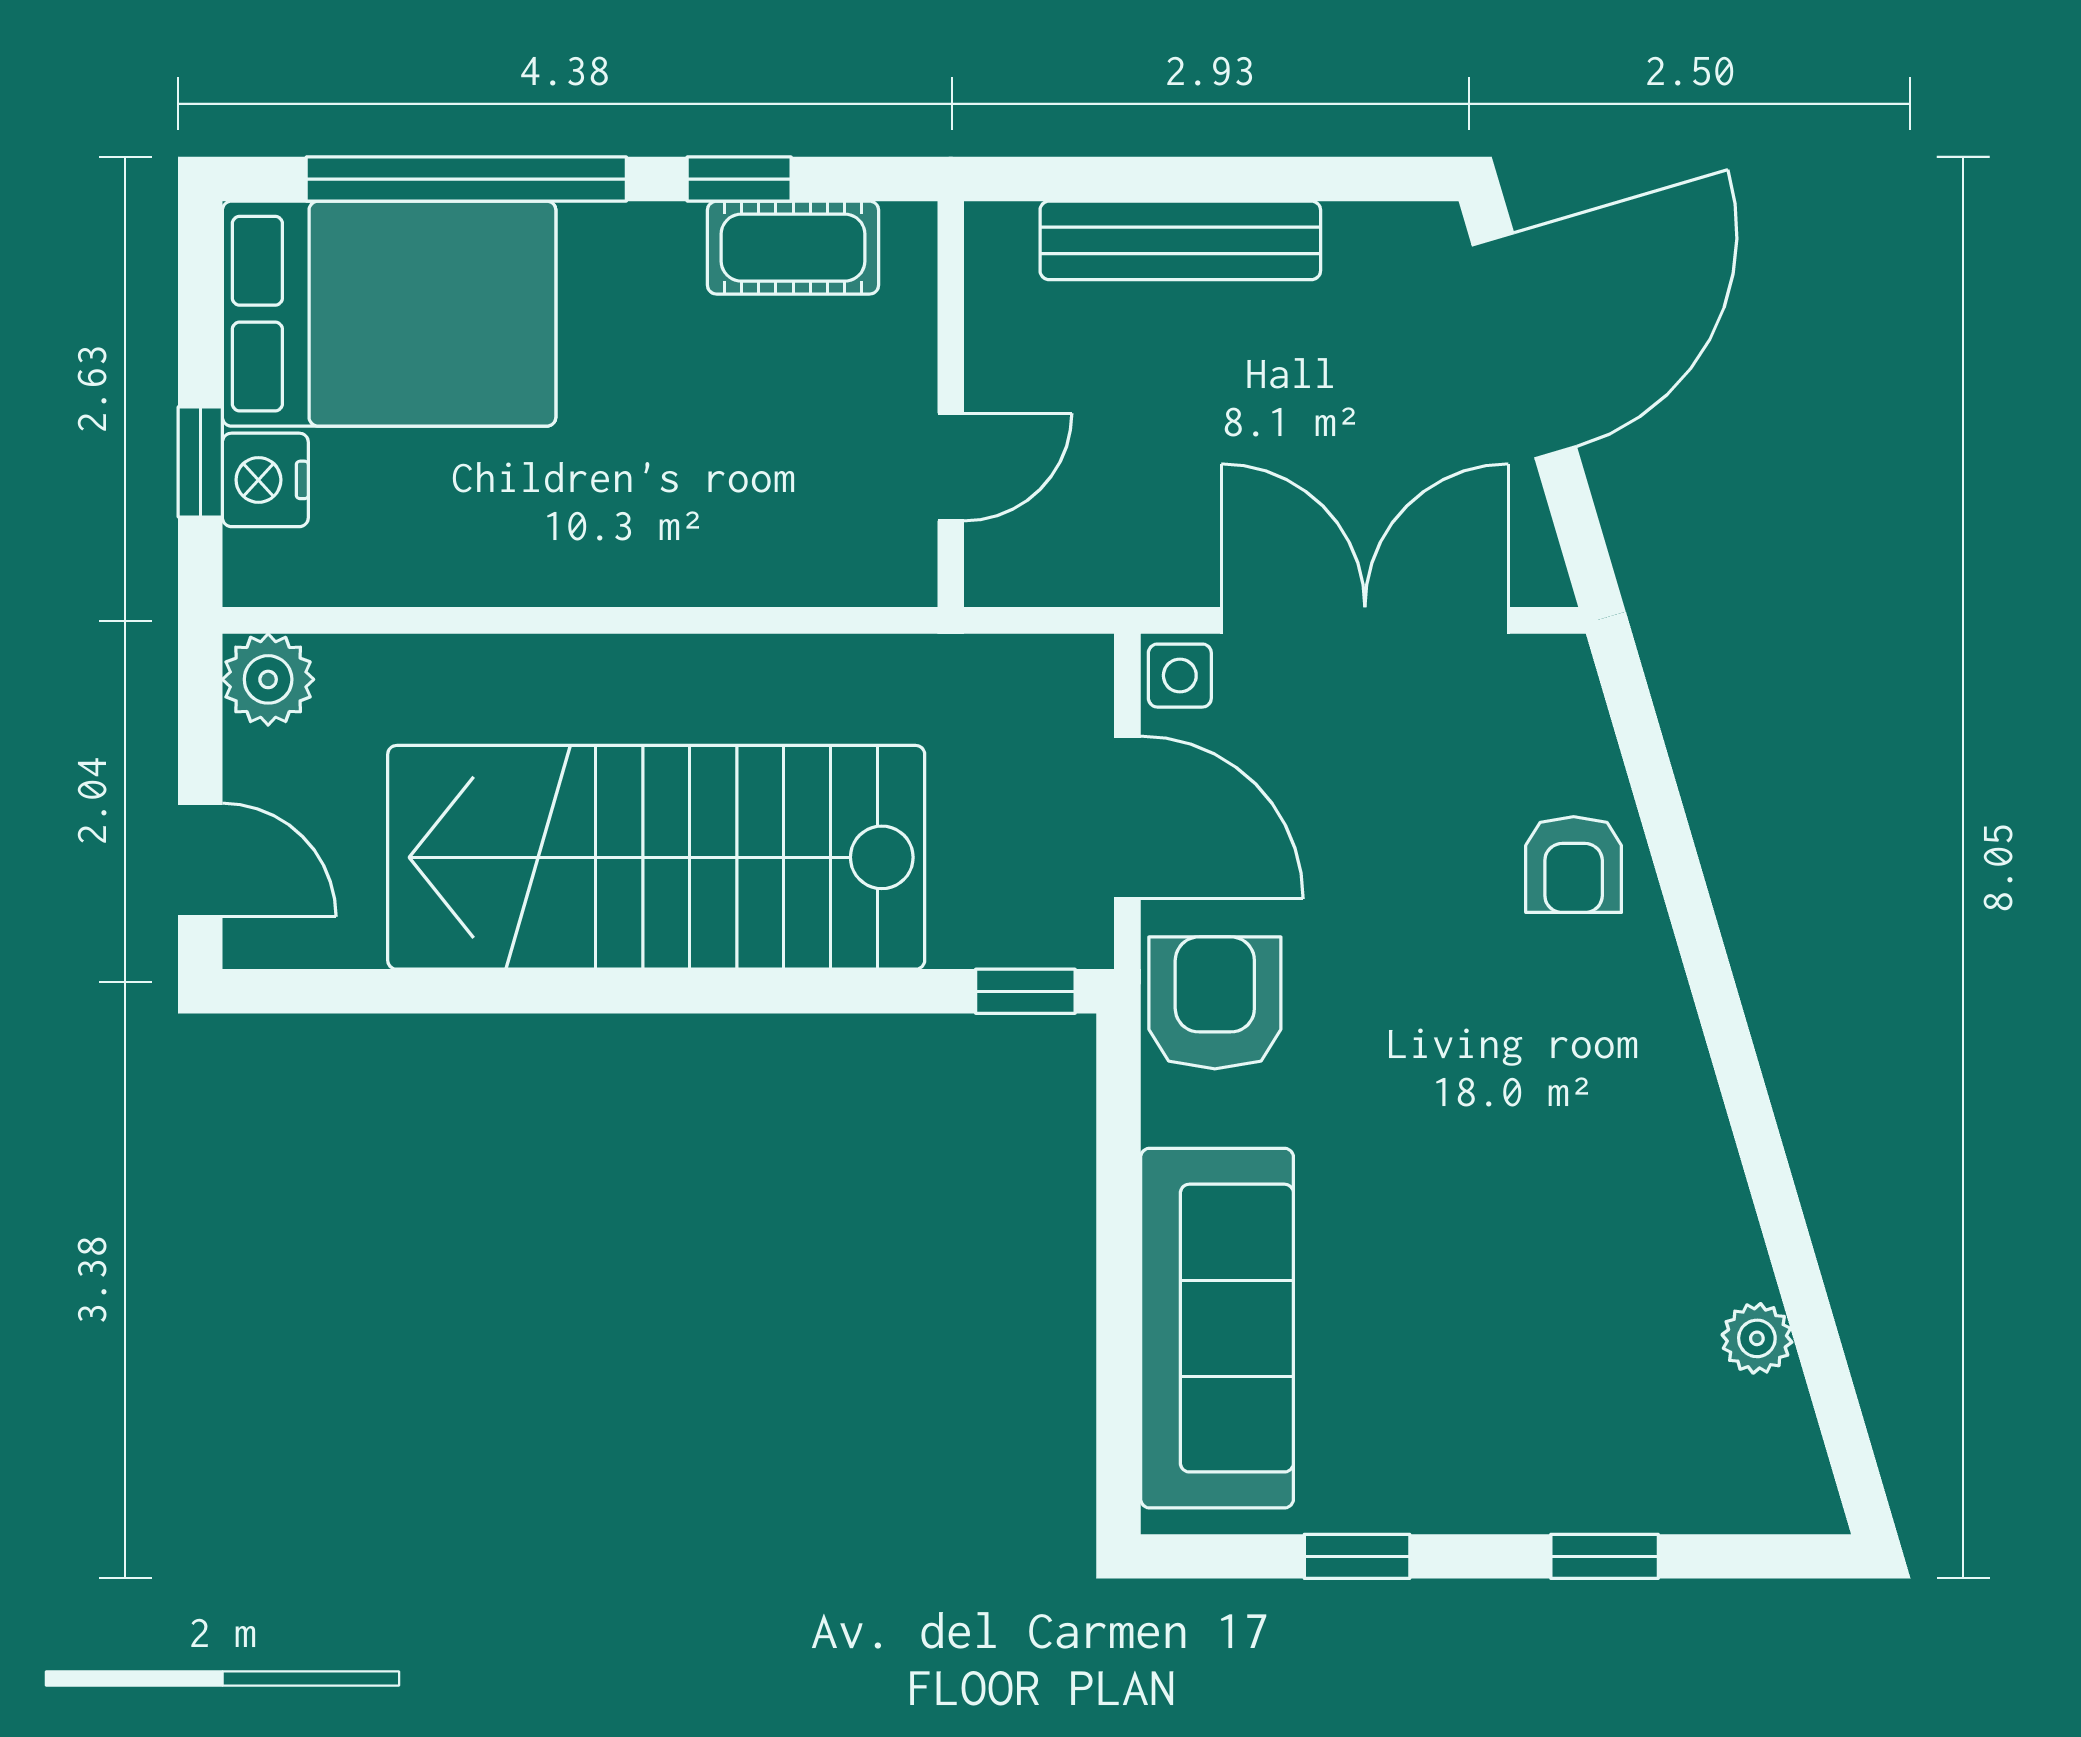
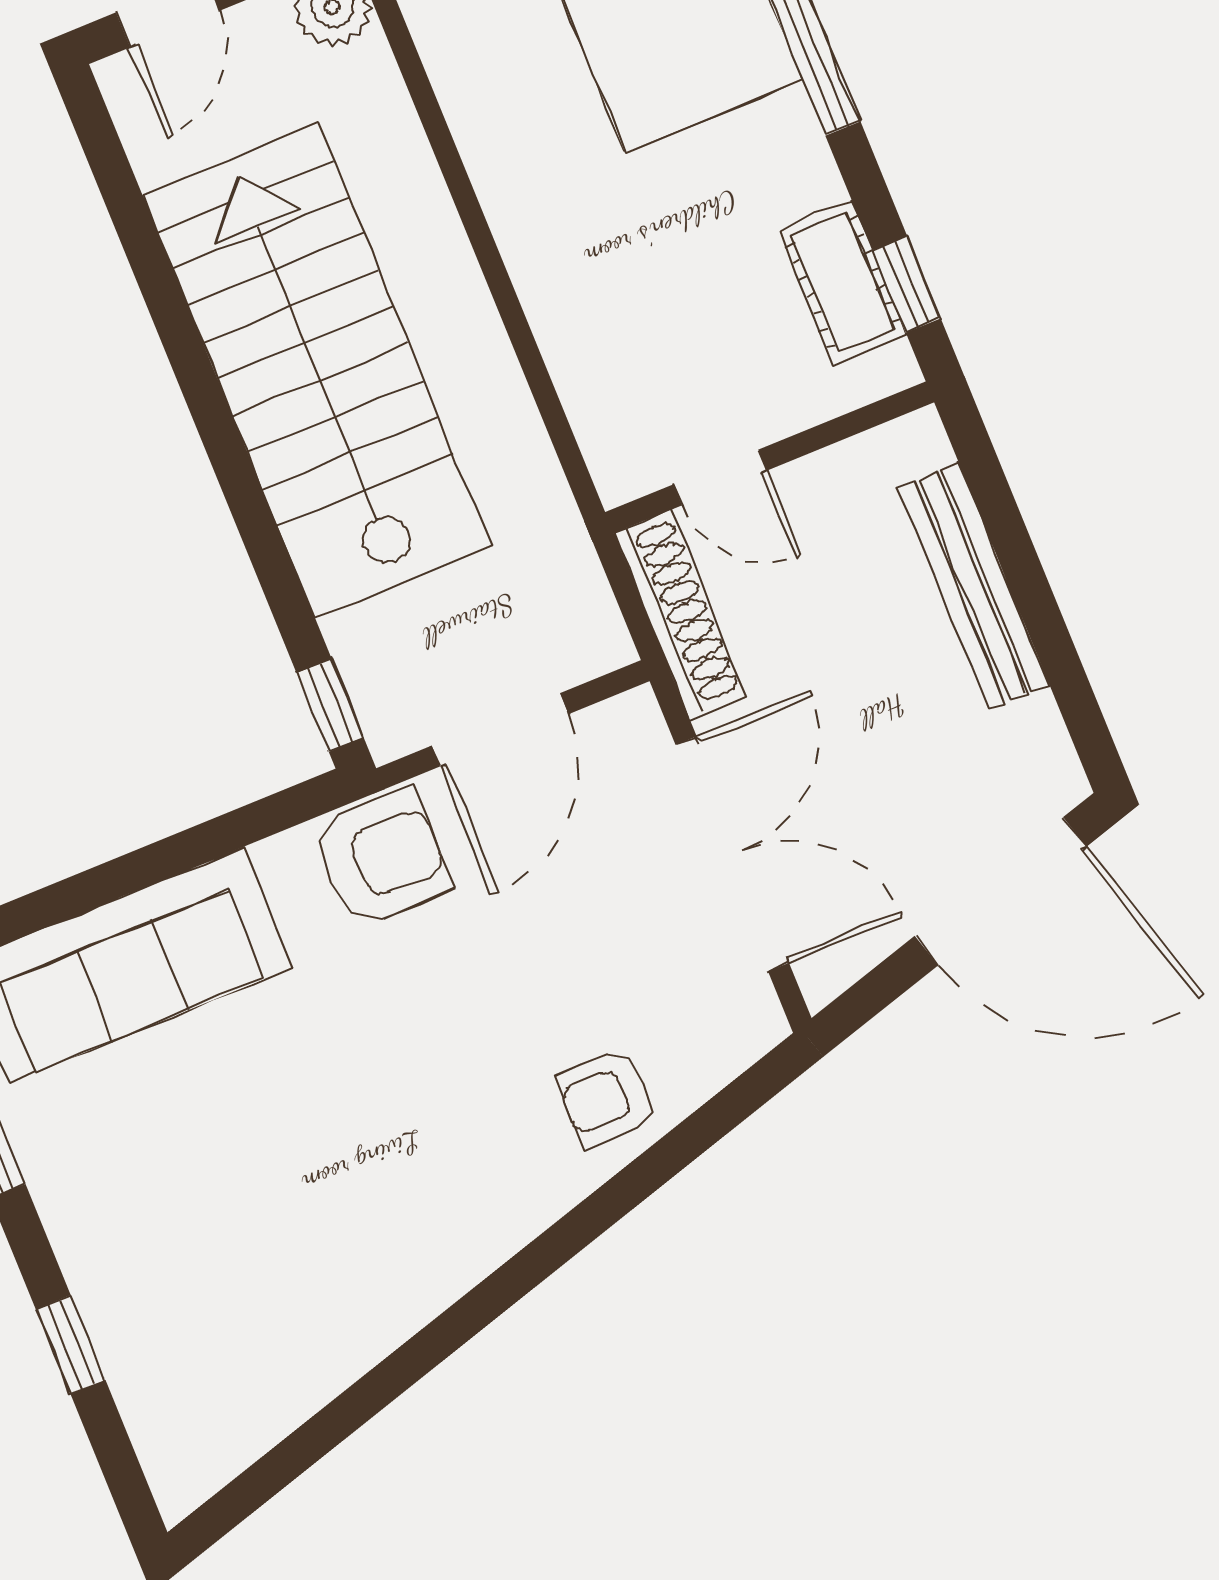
window: (739, 179) -> (906, 284), moved
shoe rack: (1082, 571) -> (680, 614), added
side table: (1180, 676) -> (629, 726), removed
plant: (1757, 1338) -> (292, 1395), removed

